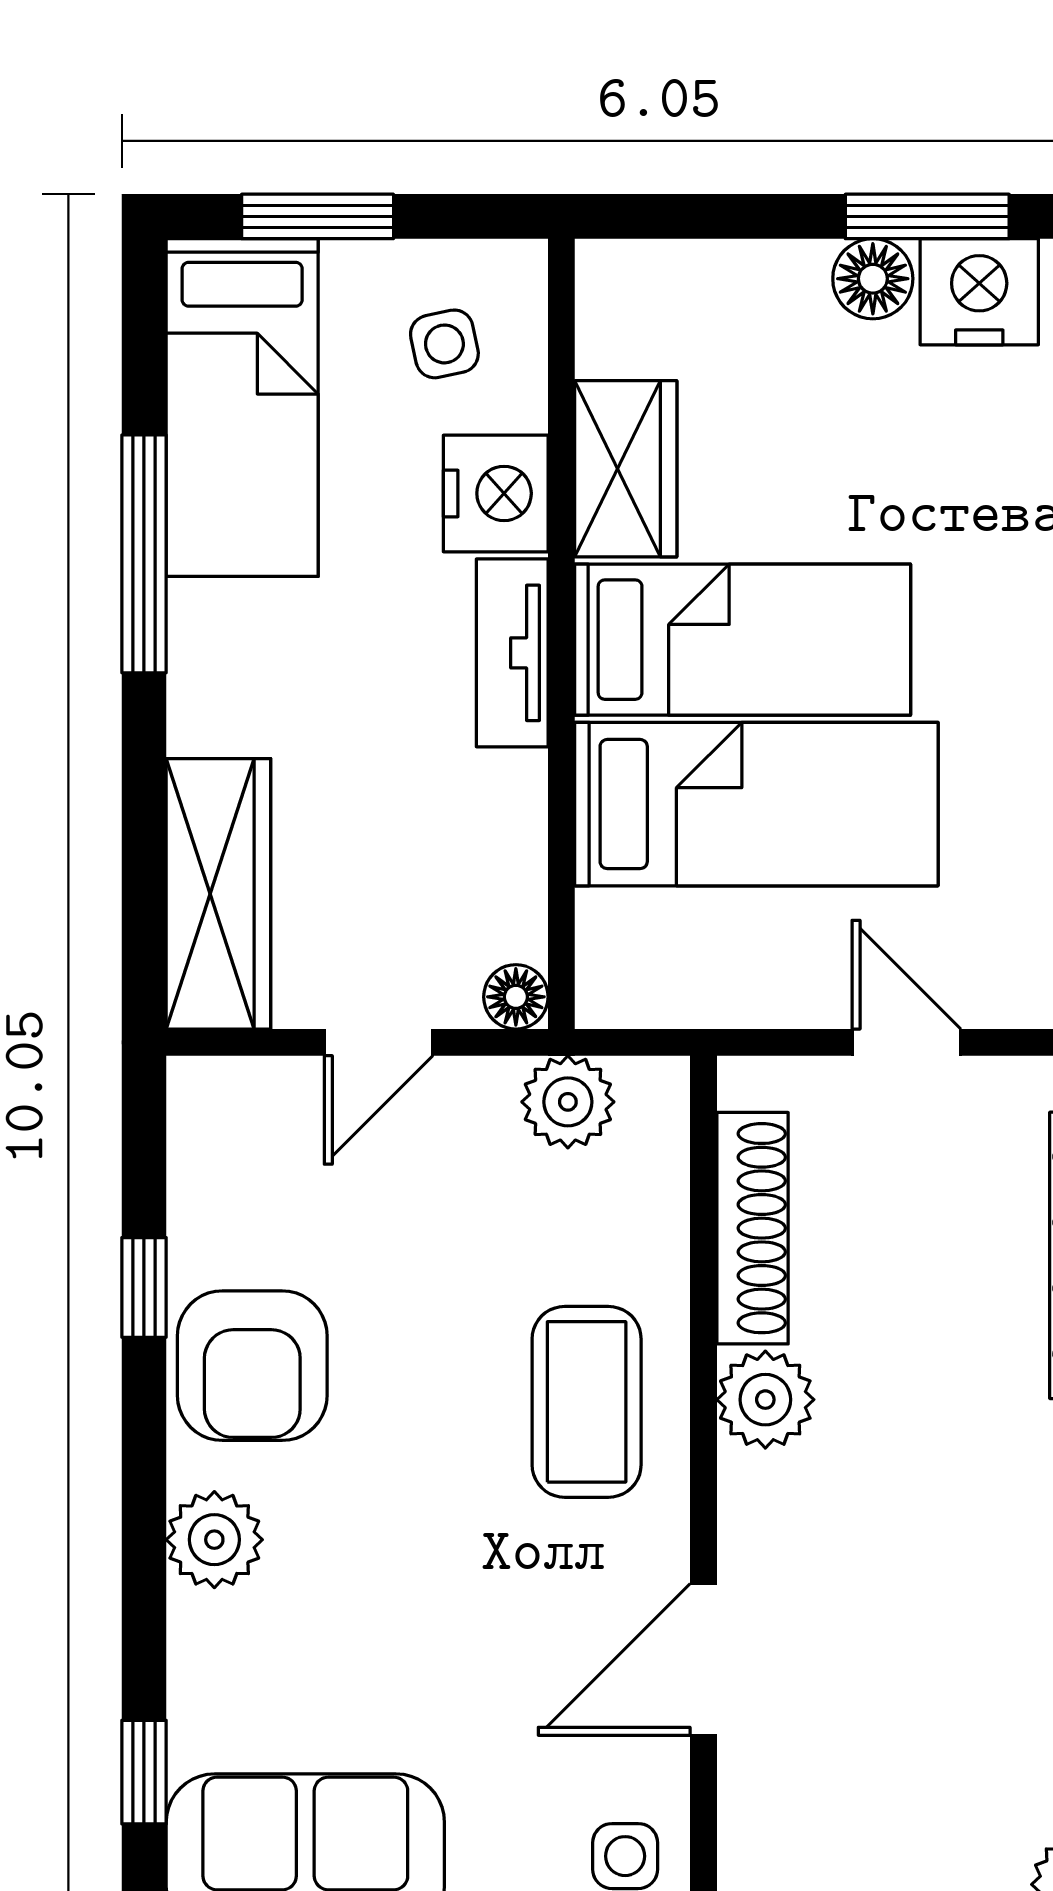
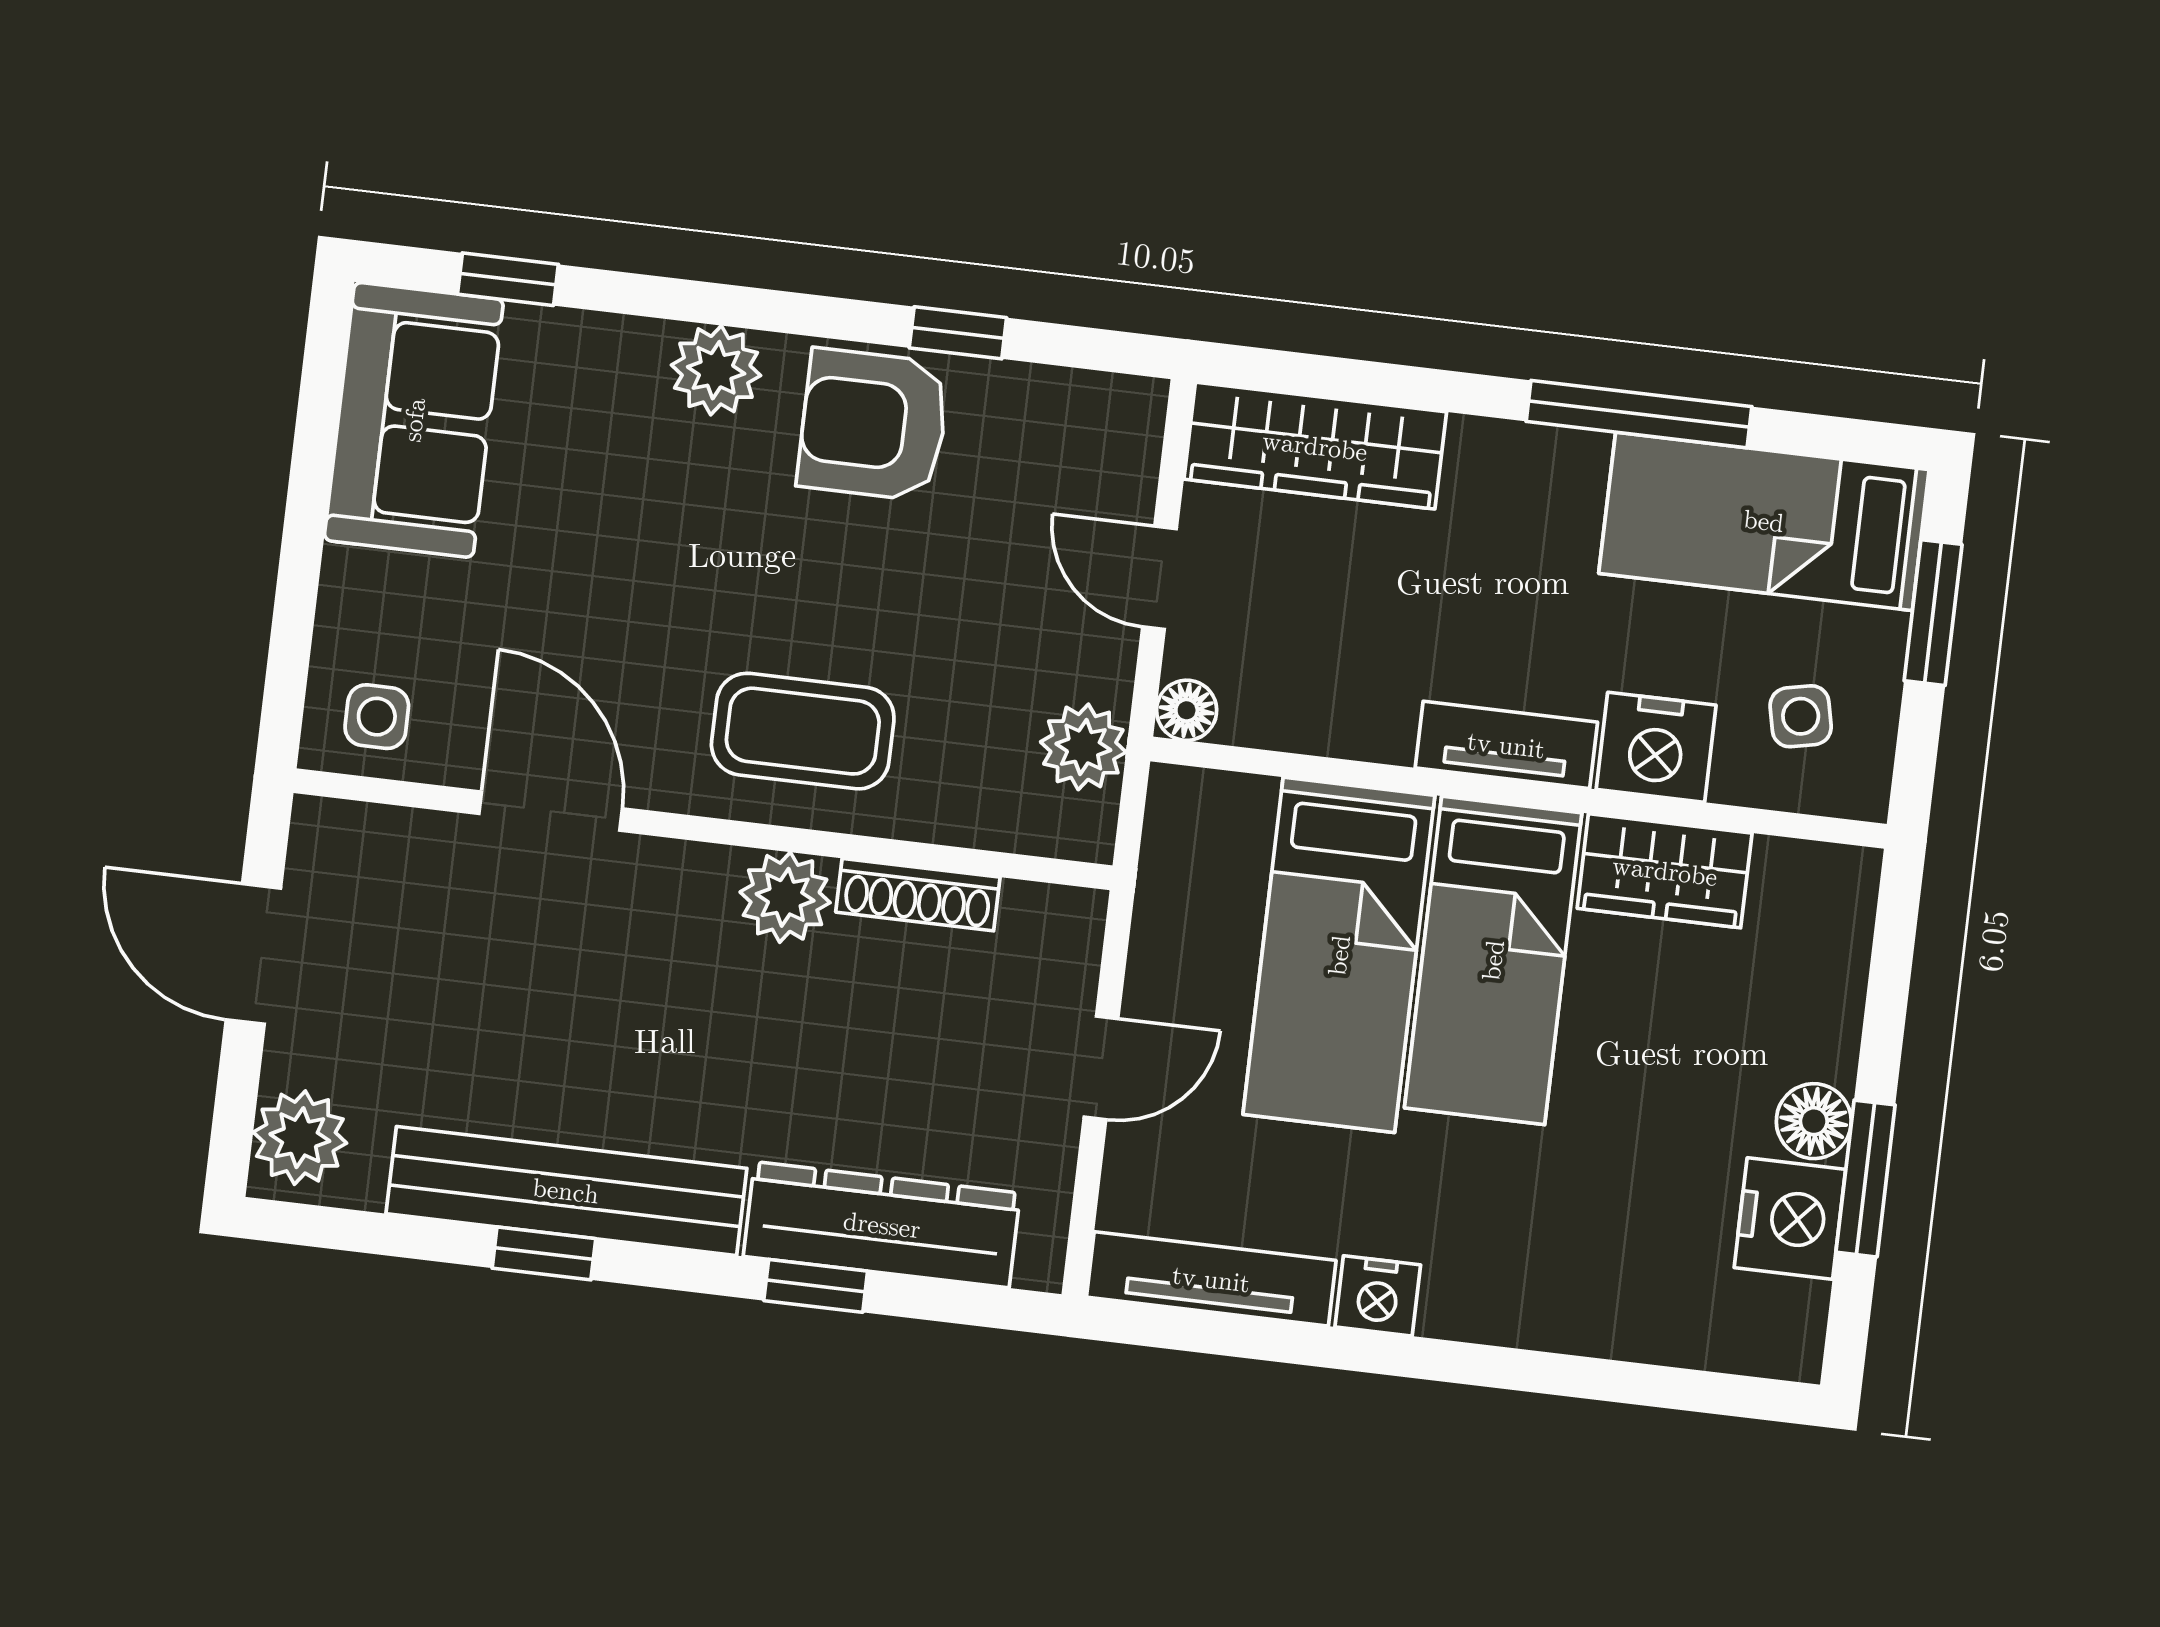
shoe rack: (752, 1228) -> (918, 895), width x0.74, depth x0.81

